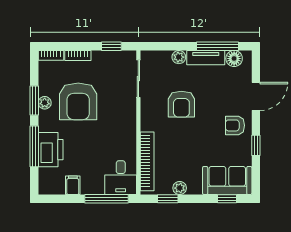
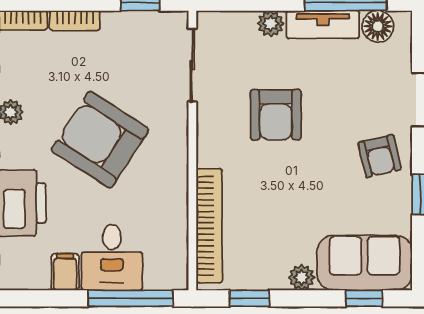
armchair: (78, 101) -> (100, 140), moved, turned 123
armchair: (235, 125) -> (380, 156), turned -103
desk: (121, 178) -> (112, 257), moved
plant: (180, 188) -> (301, 277), moved

